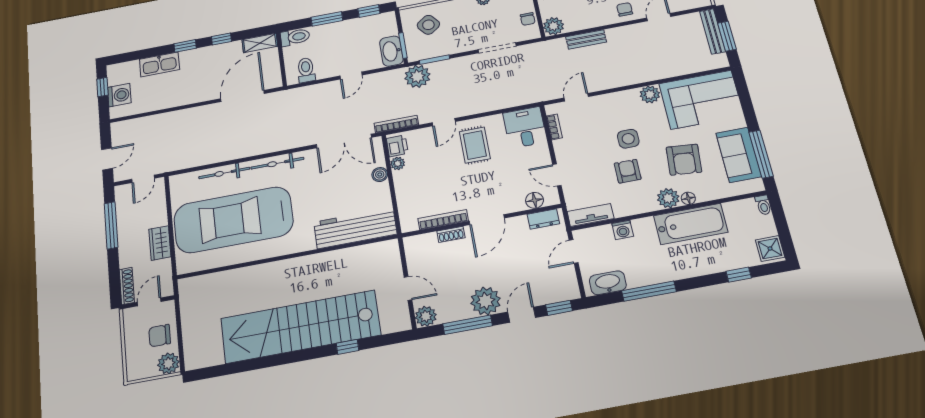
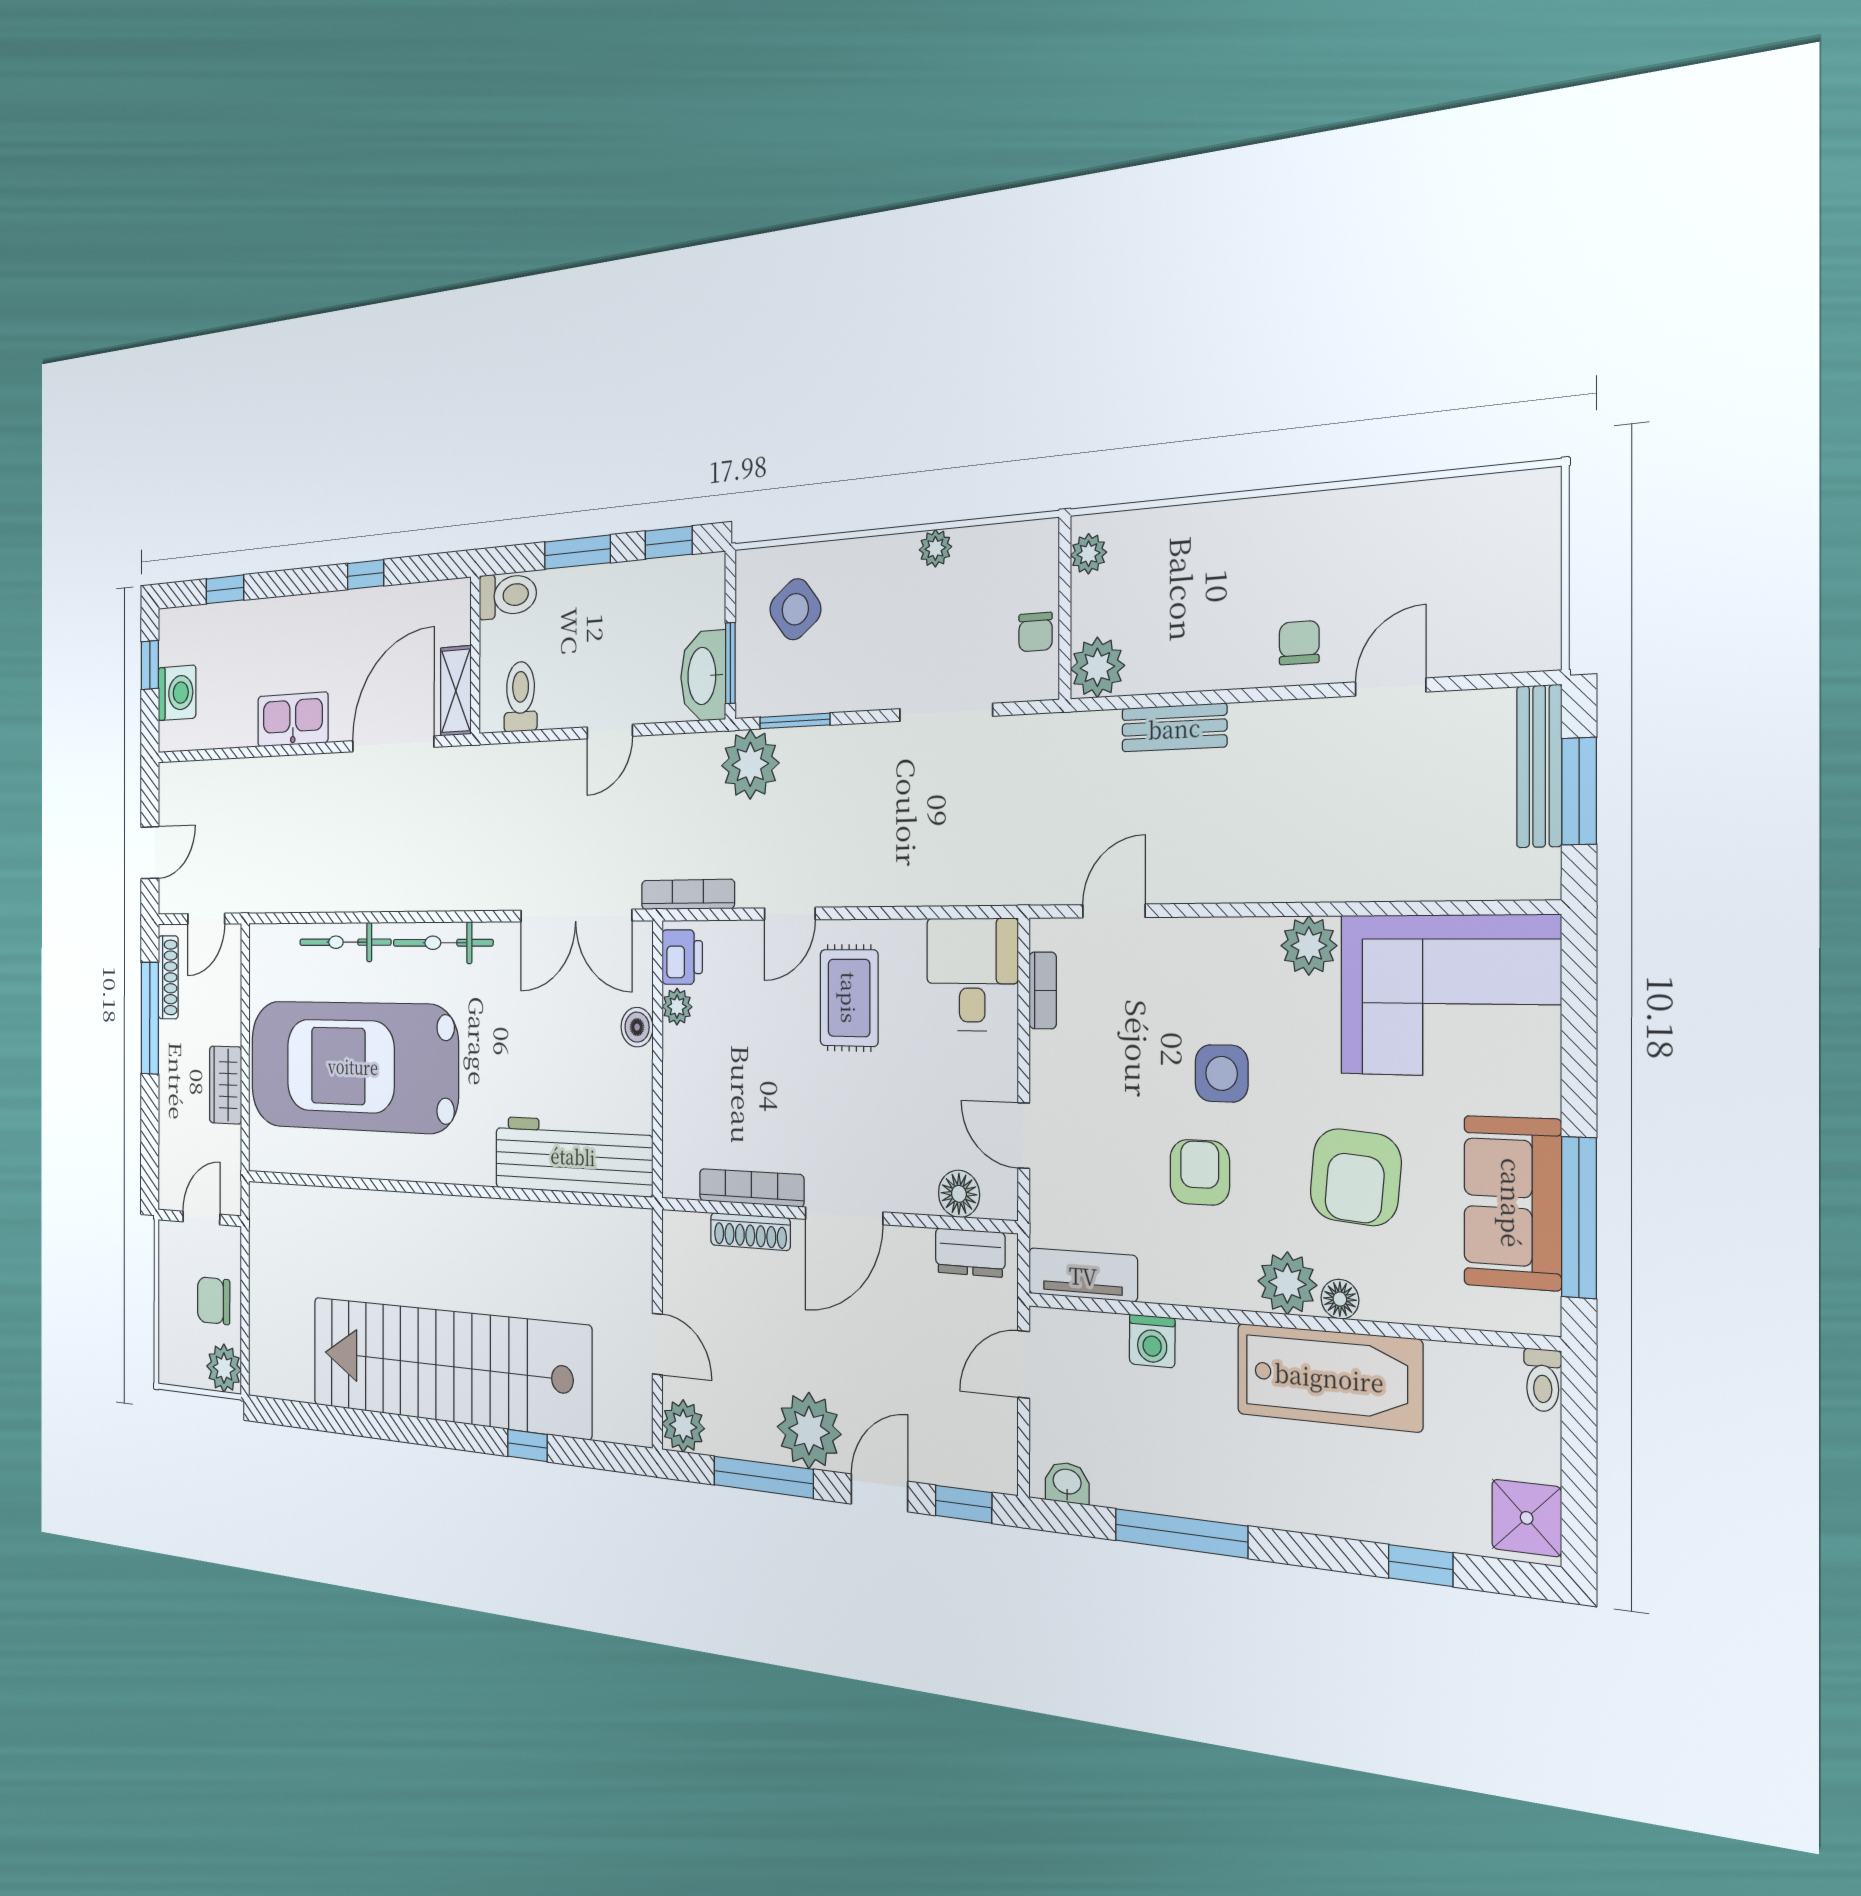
shelving: (260, 43) -> (456, 691), moved, turned 90
window: (185, 46) -> (225, 589), moved
kitchen sink: (160, 64) -> (293, 719), moved, turned 180
shoe rack: (451, 234) -> (750, 1232), width x1.43
washbasin: (608, 283) -> (1067, 1483), width x0.52, depth x0.69
shoe rack: (127, 286) -> (168, 977), moved

